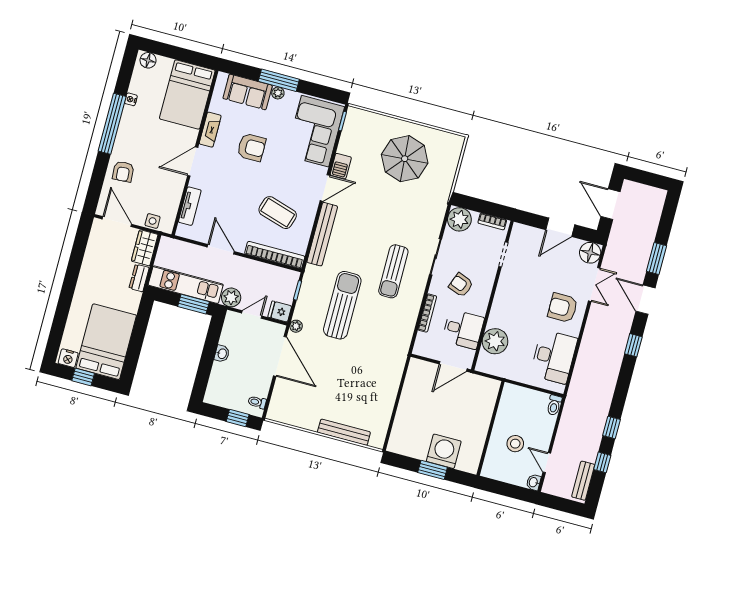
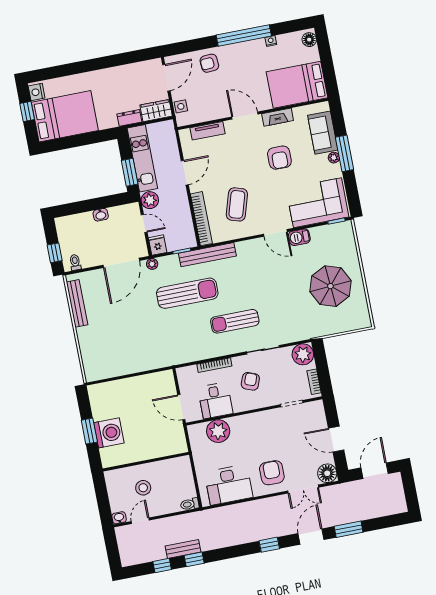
bench: (322, 234) -> (207, 255), moved
bench: (344, 432) -> (77, 303), moved
bench: (583, 481) -> (183, 549), moved

